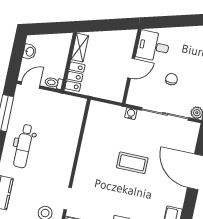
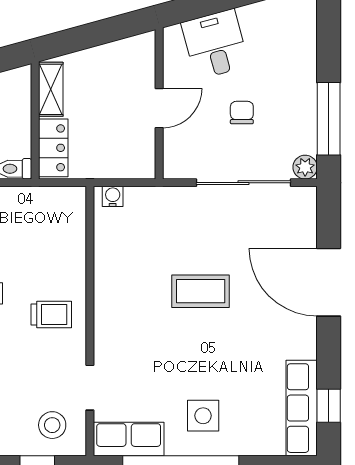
desk: (153, 46) -> (215, 44), moved, turned 75
water cooler: (131, 114) -> (113, 196), moved
trolley: (56, 159) -> (51, 315), added

